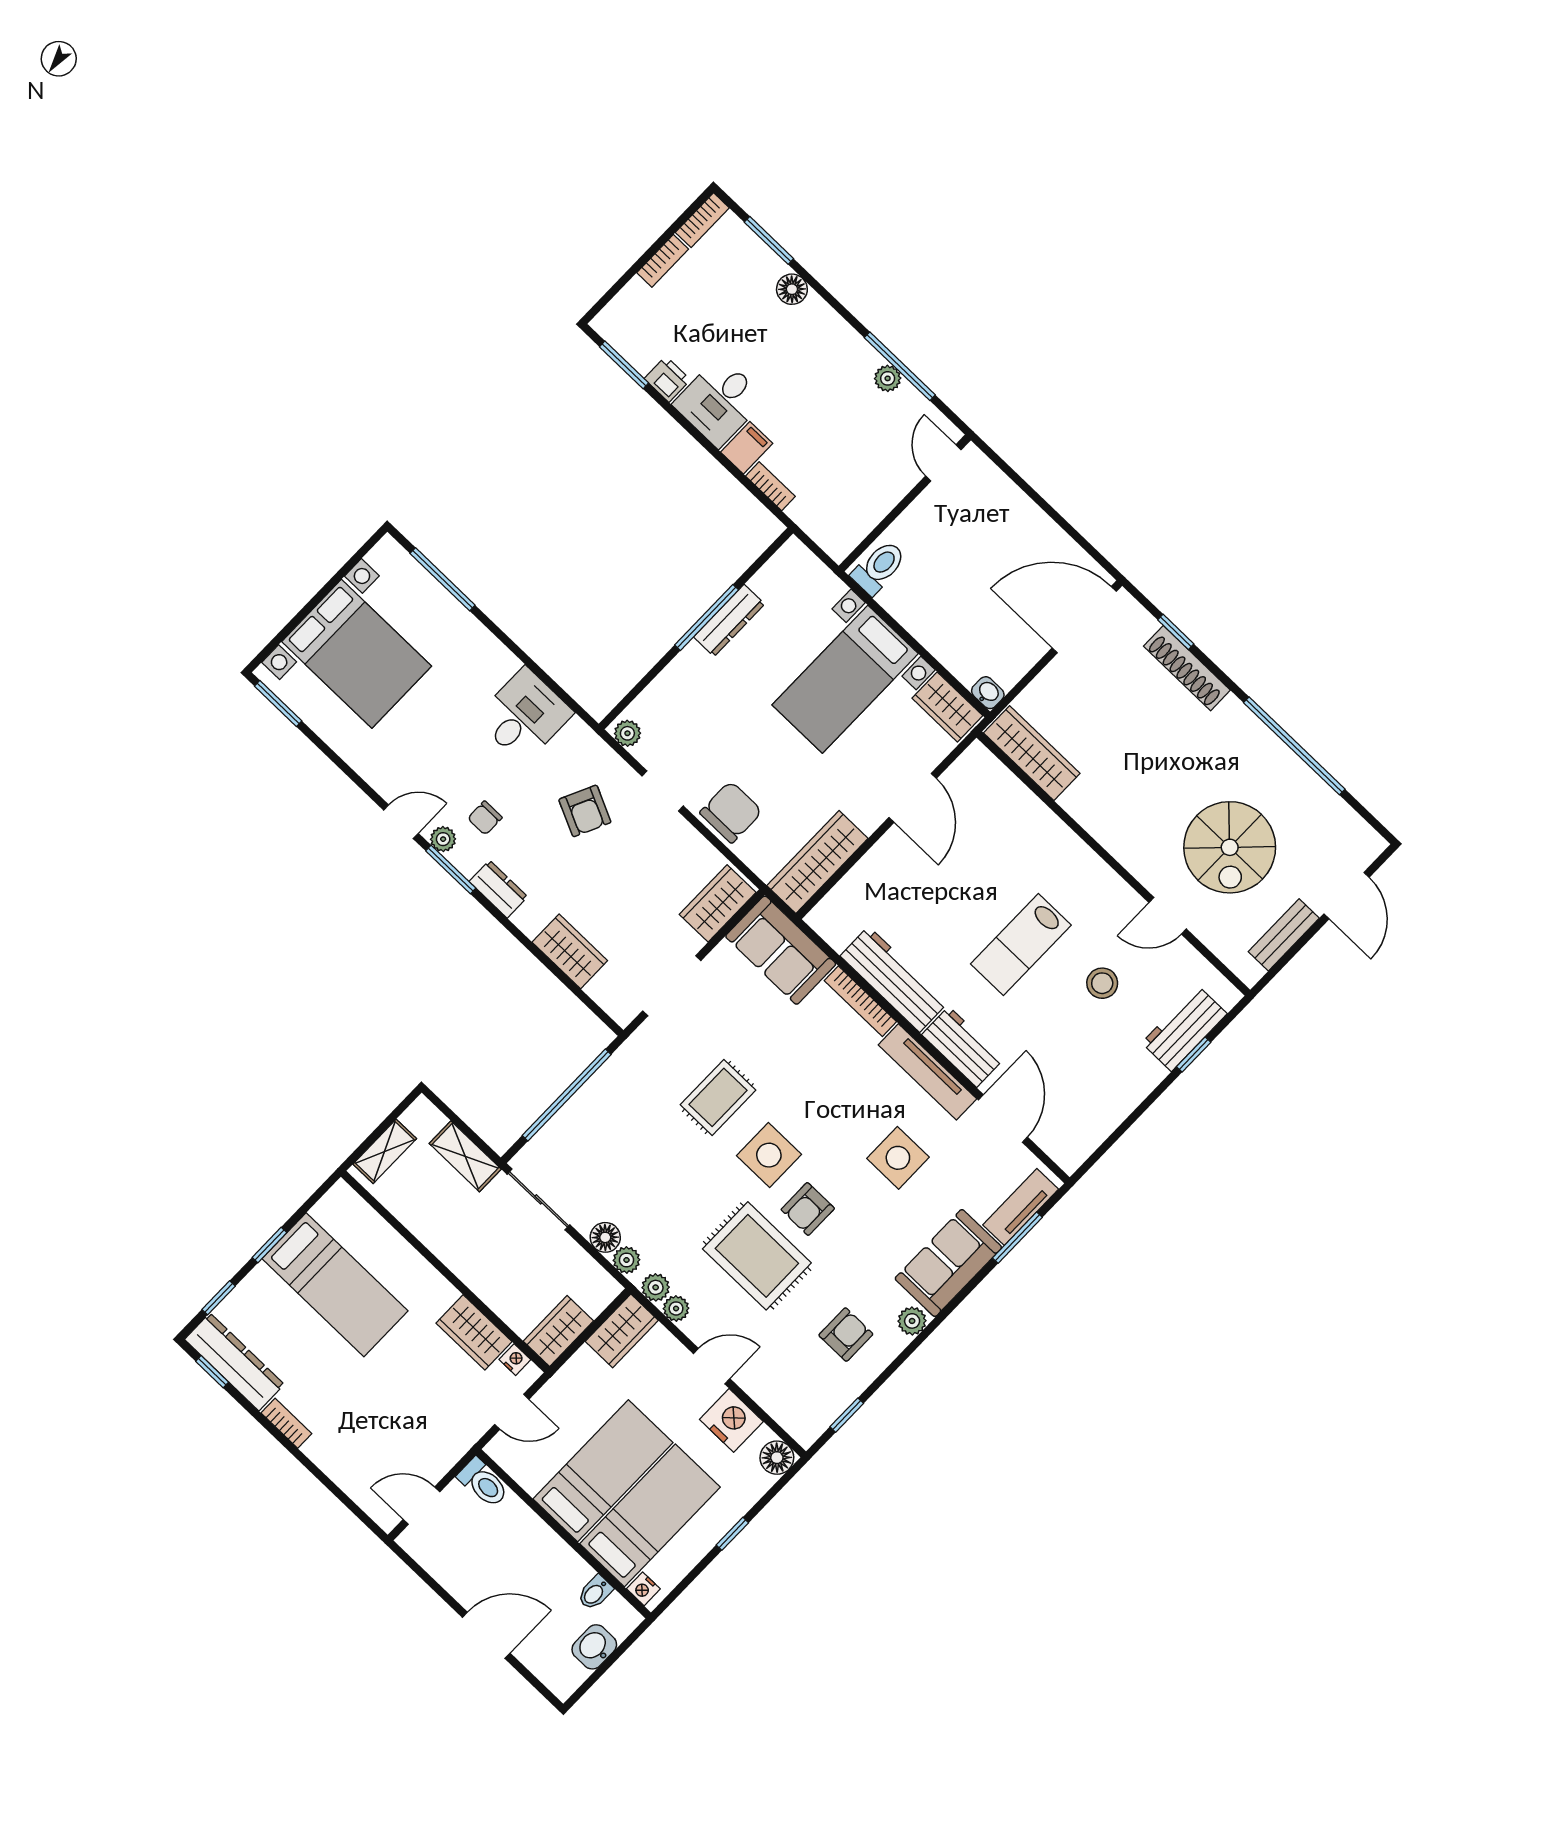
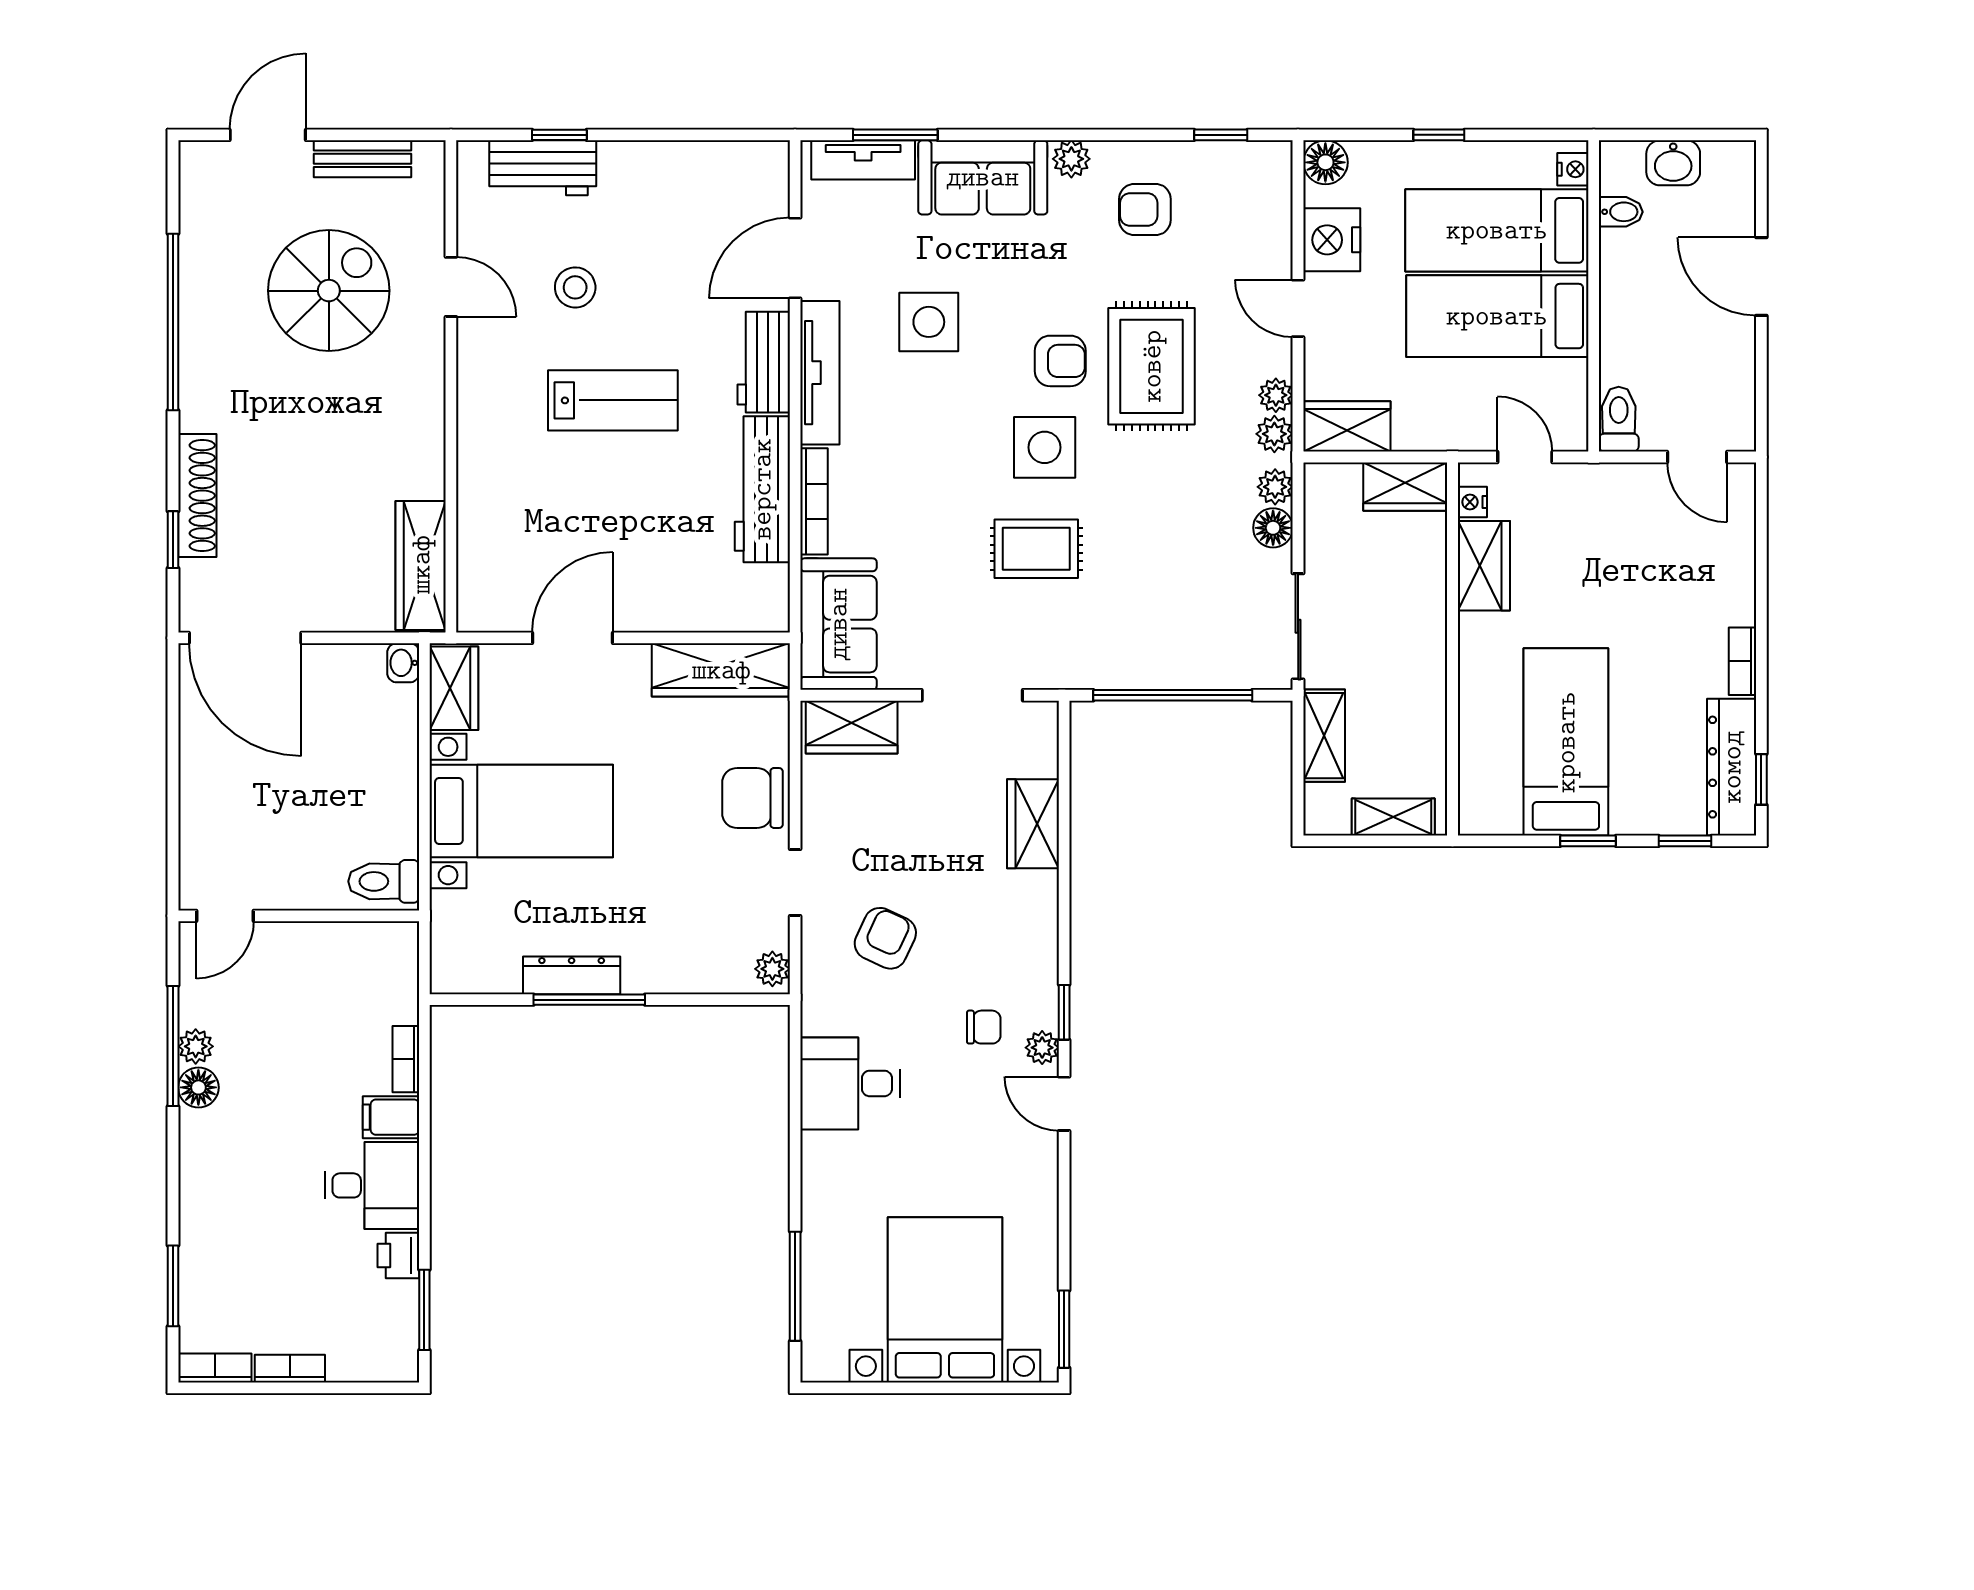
floor lamp: (792, 289) -> (198, 1087), moved
window: (451, 870) -> (1064, 1012), width x0.67
dresser: (498, 889) -> (1039, 949), removed

